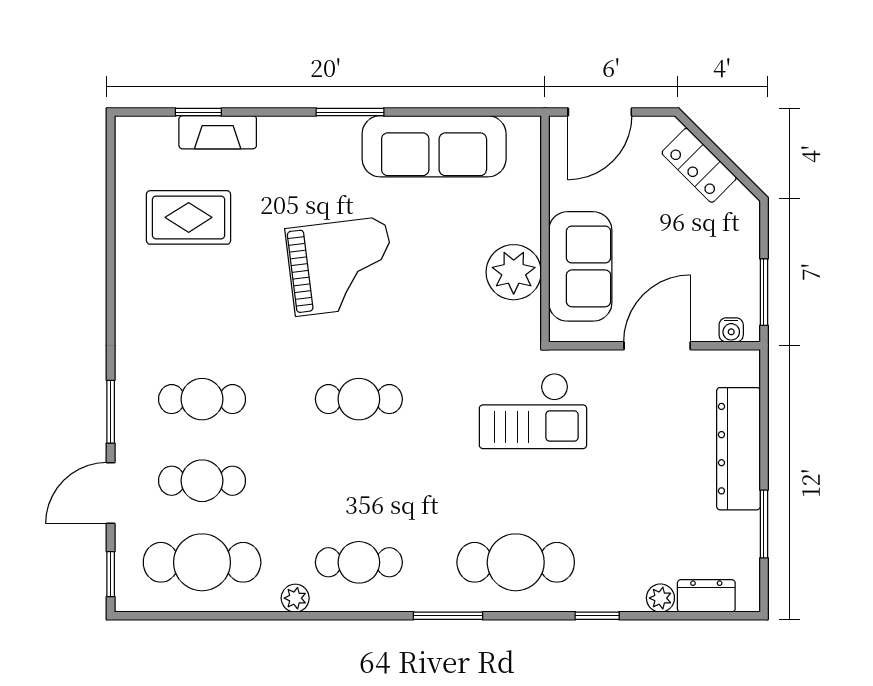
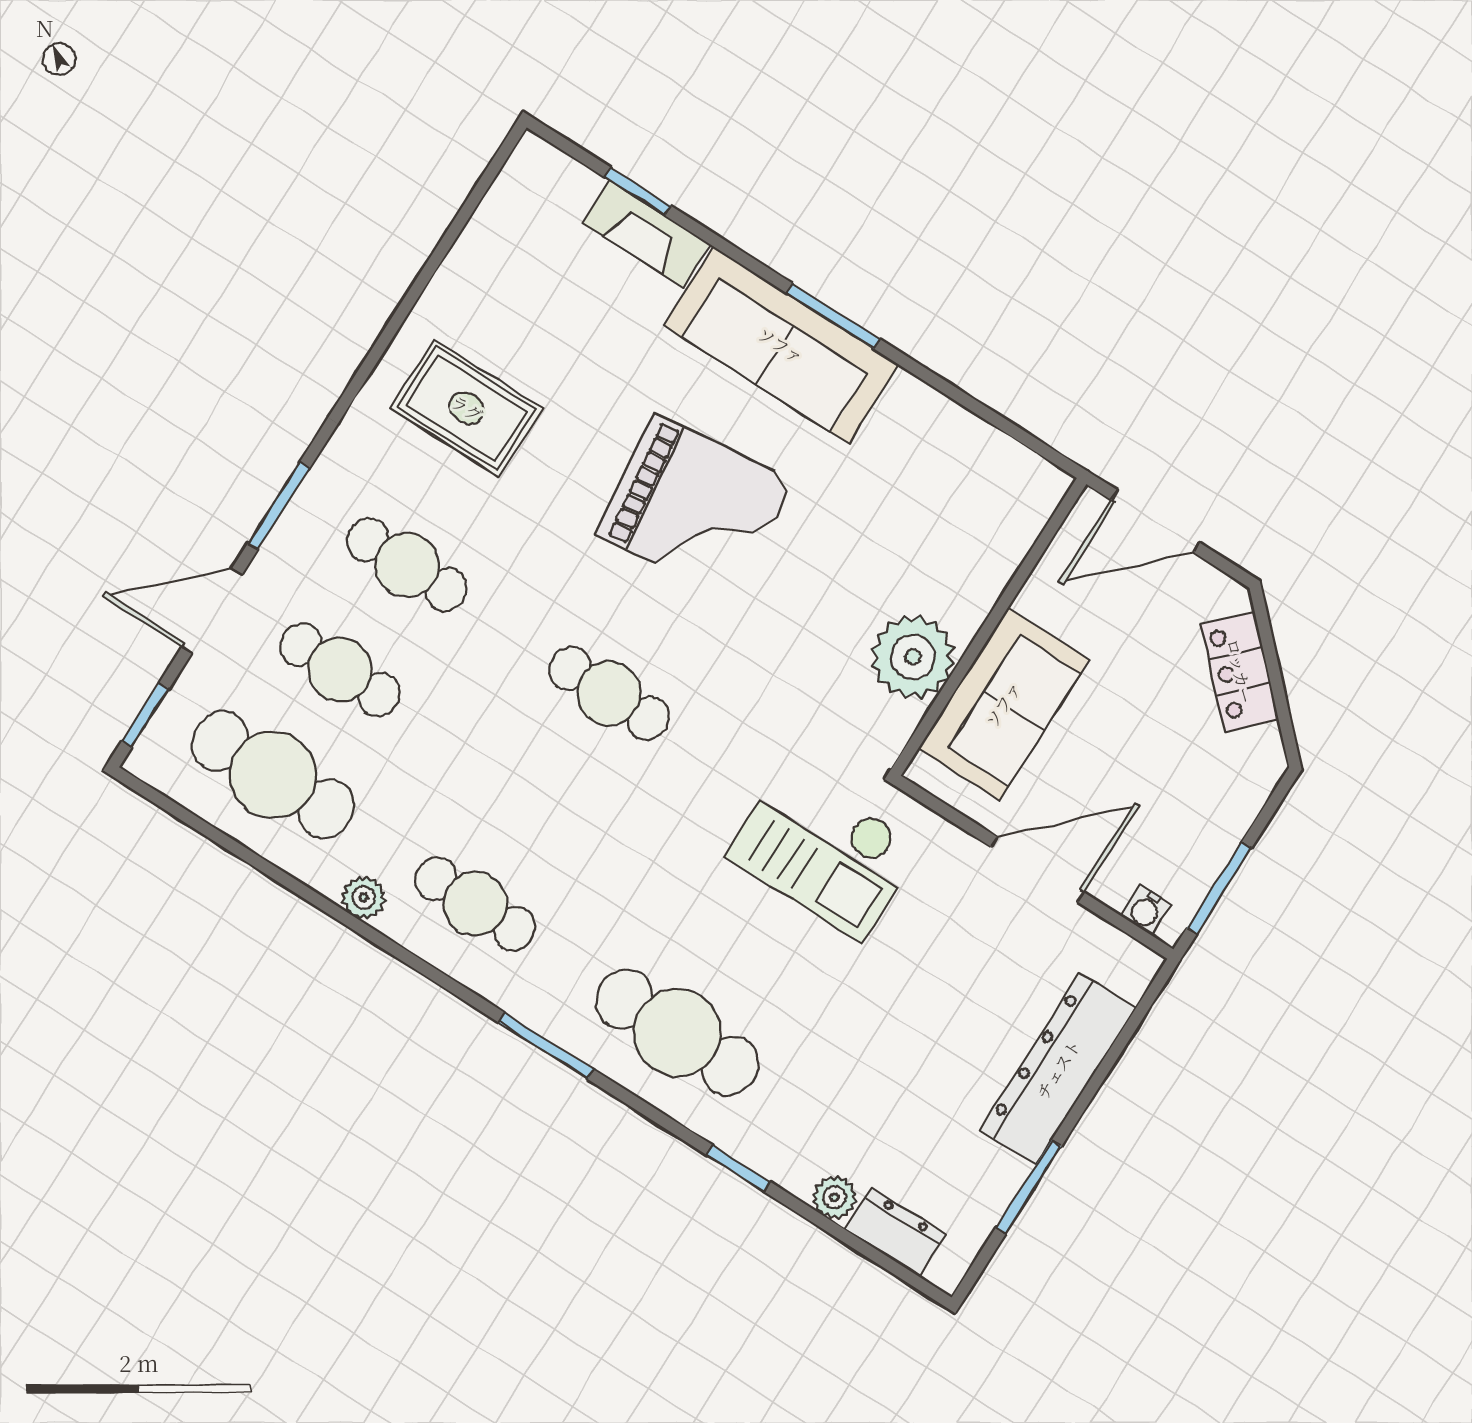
sofa: (434, 146) -> (781, 345), moved
rug: (189, 217) -> (467, 408), moved

